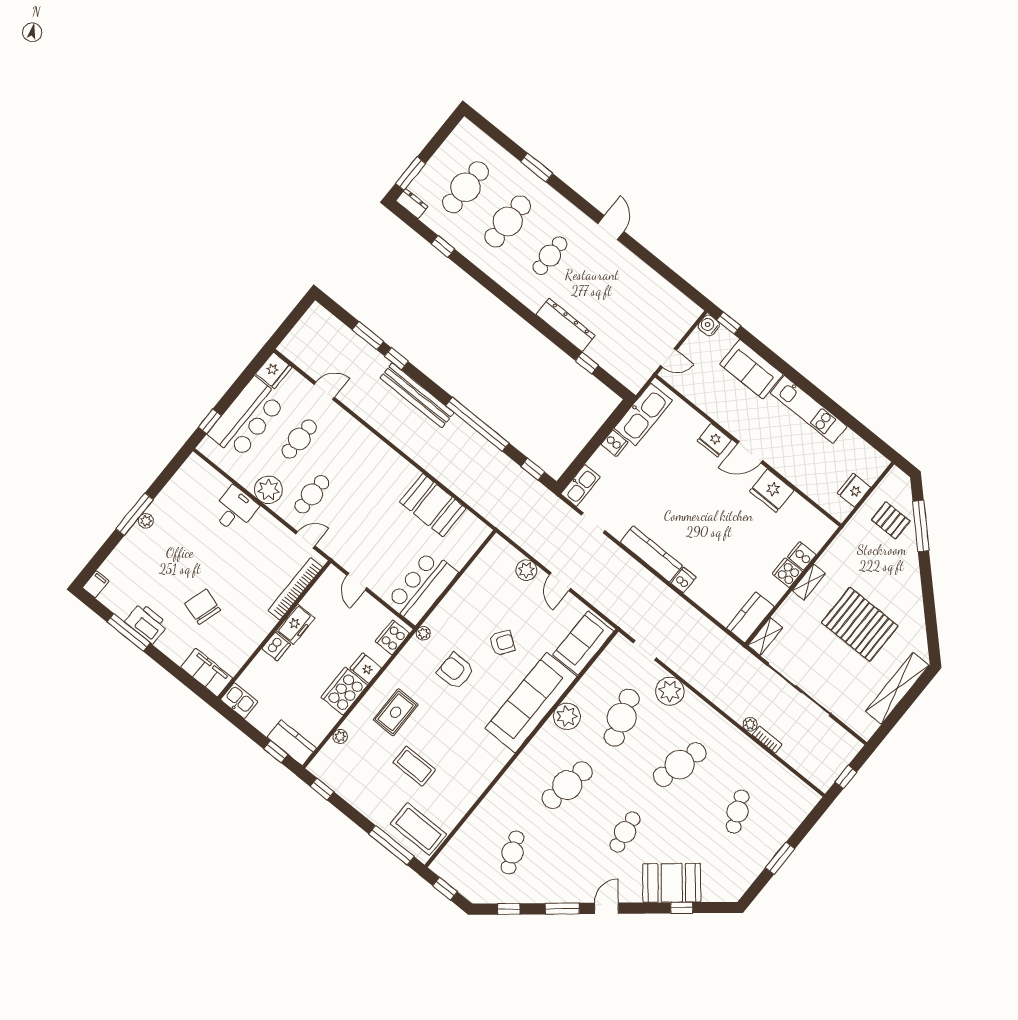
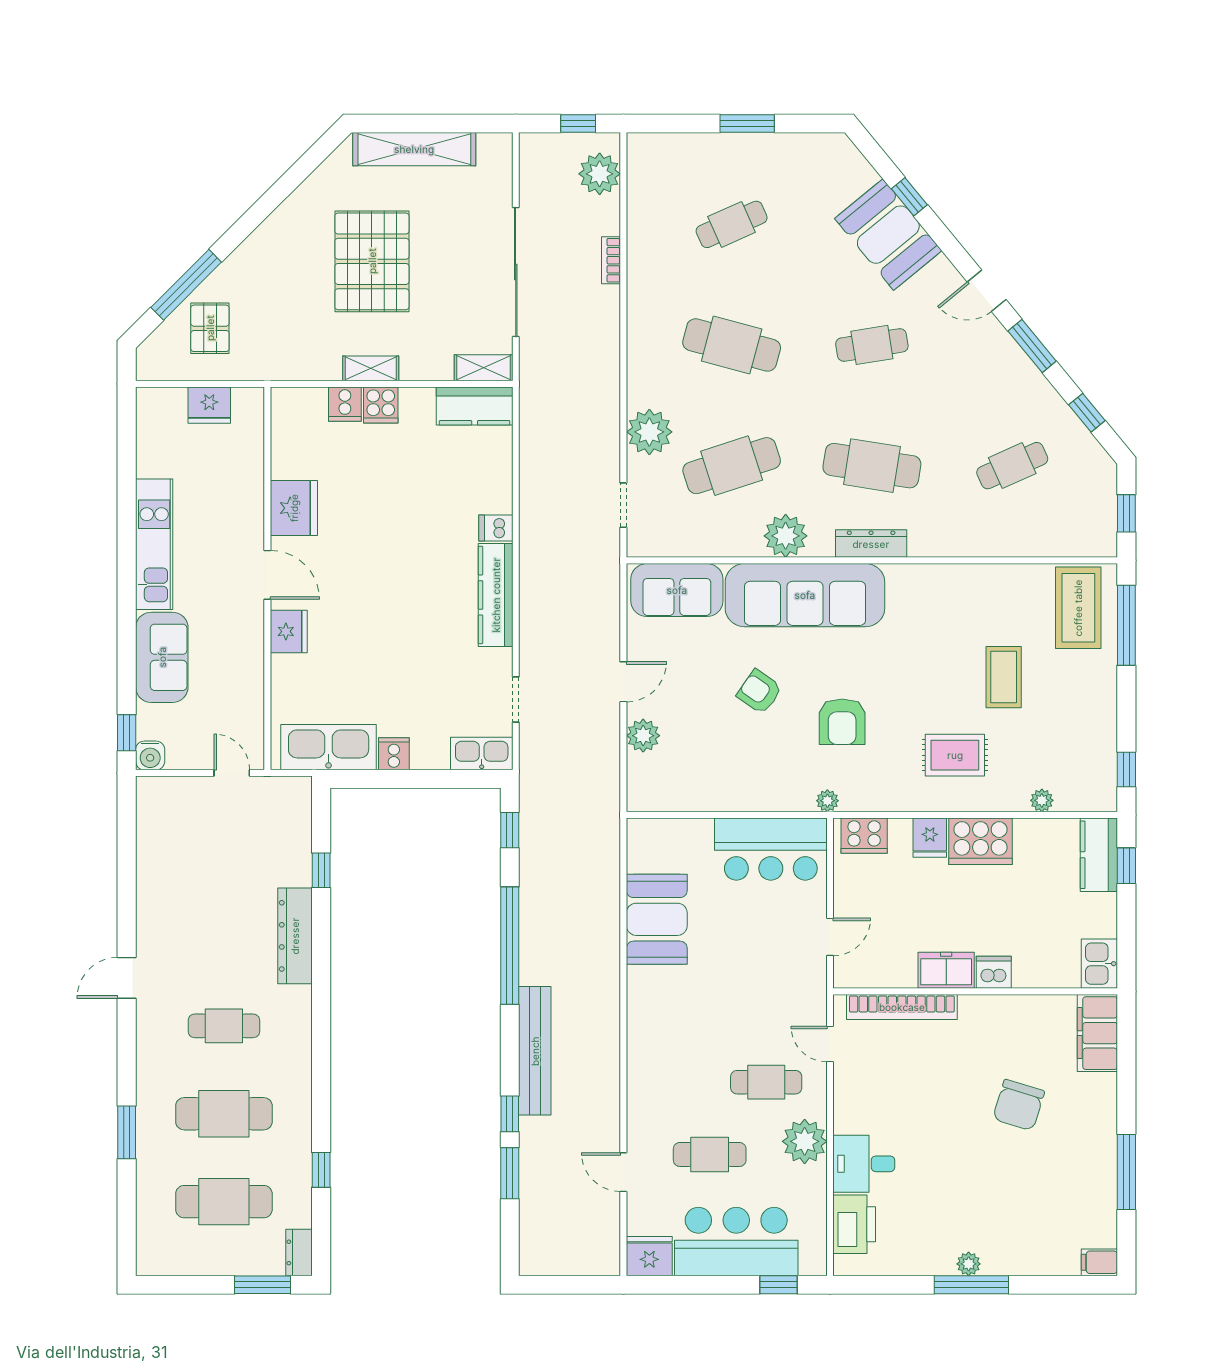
printer: (147, 623) -> (854, 1224), moved, turned 180
plant: (750, 724) -> (600, 174), moved, width x1.88, depth x1.88
dresser: (530, 754) -> (871, 544), added

